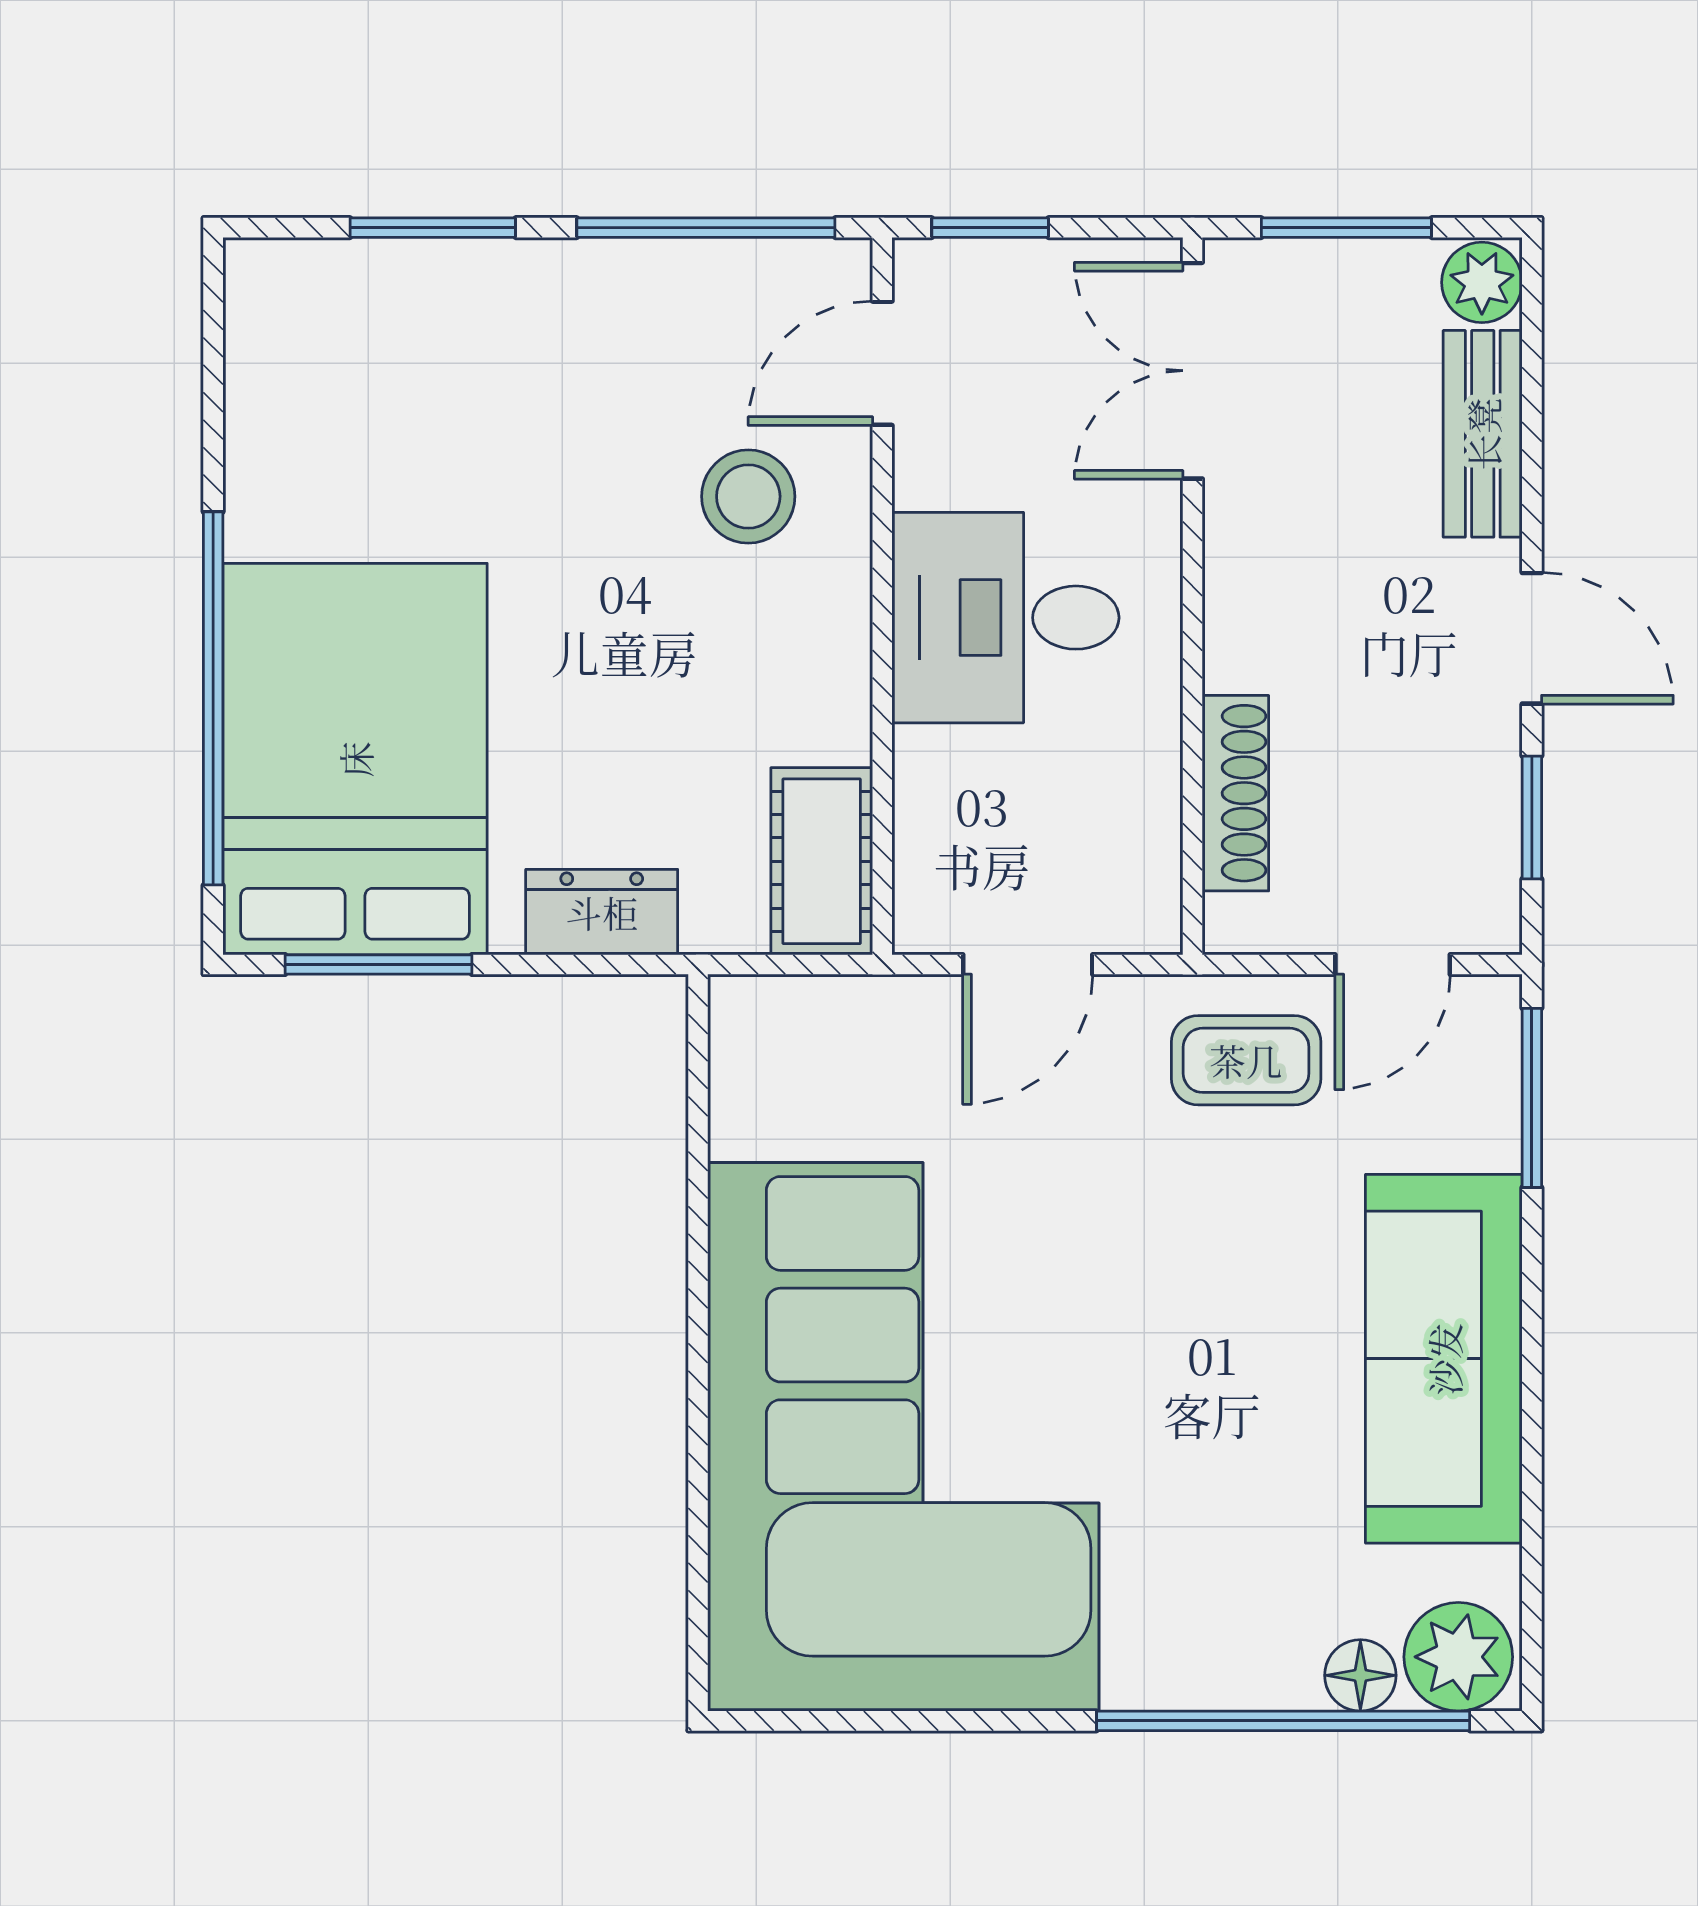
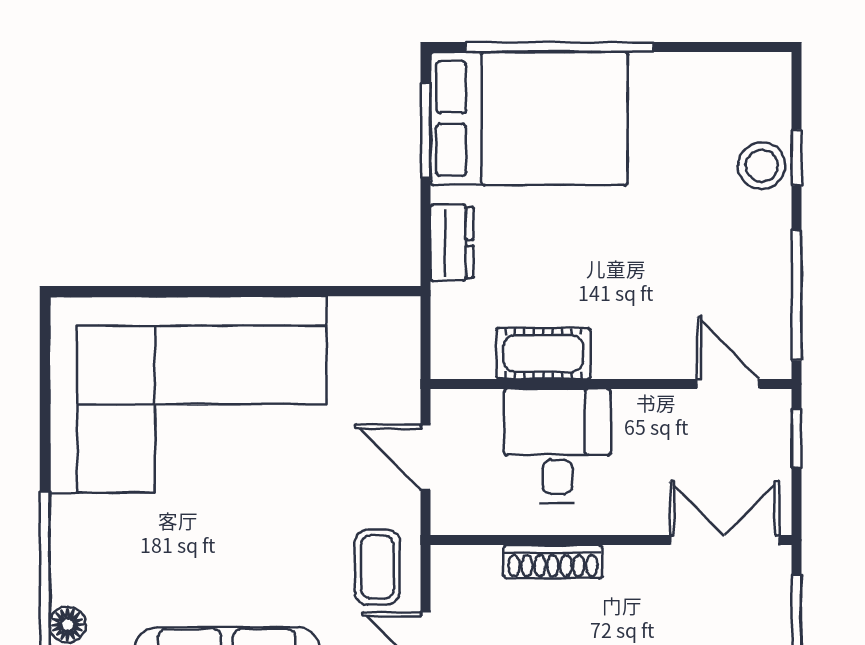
window: (433, 228) -> (797, 158), width x0.67
stool: (748, 496) -> (762, 166), moved
desk: (1005, 618) -> (557, 446), moved
shoe rack: (1235, 793) -> (553, 562), moved
cot: (822, 861) -> (543, 353), moved

